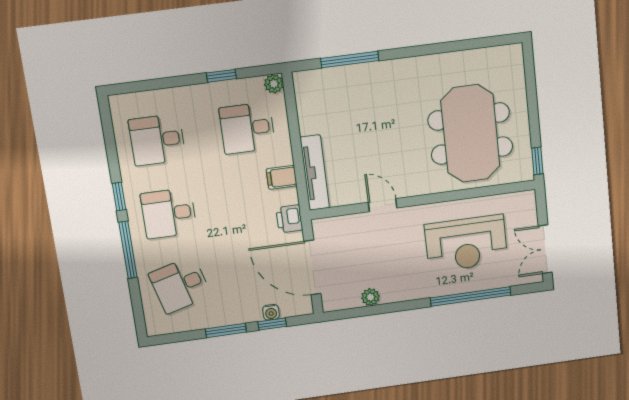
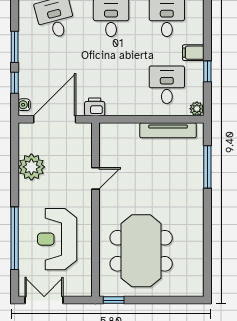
meeting table: (470, 134) -> (141, 251), turned 90
tv unit: (315, 173) -> (168, 130), moved
filing cabinet: (282, 177) -> (193, 53), moved, turned -90
plant: (370, 297) -> (31, 167), width x1.88, depth x1.88
water cooler: (271, 312) -> (24, 105), moved

